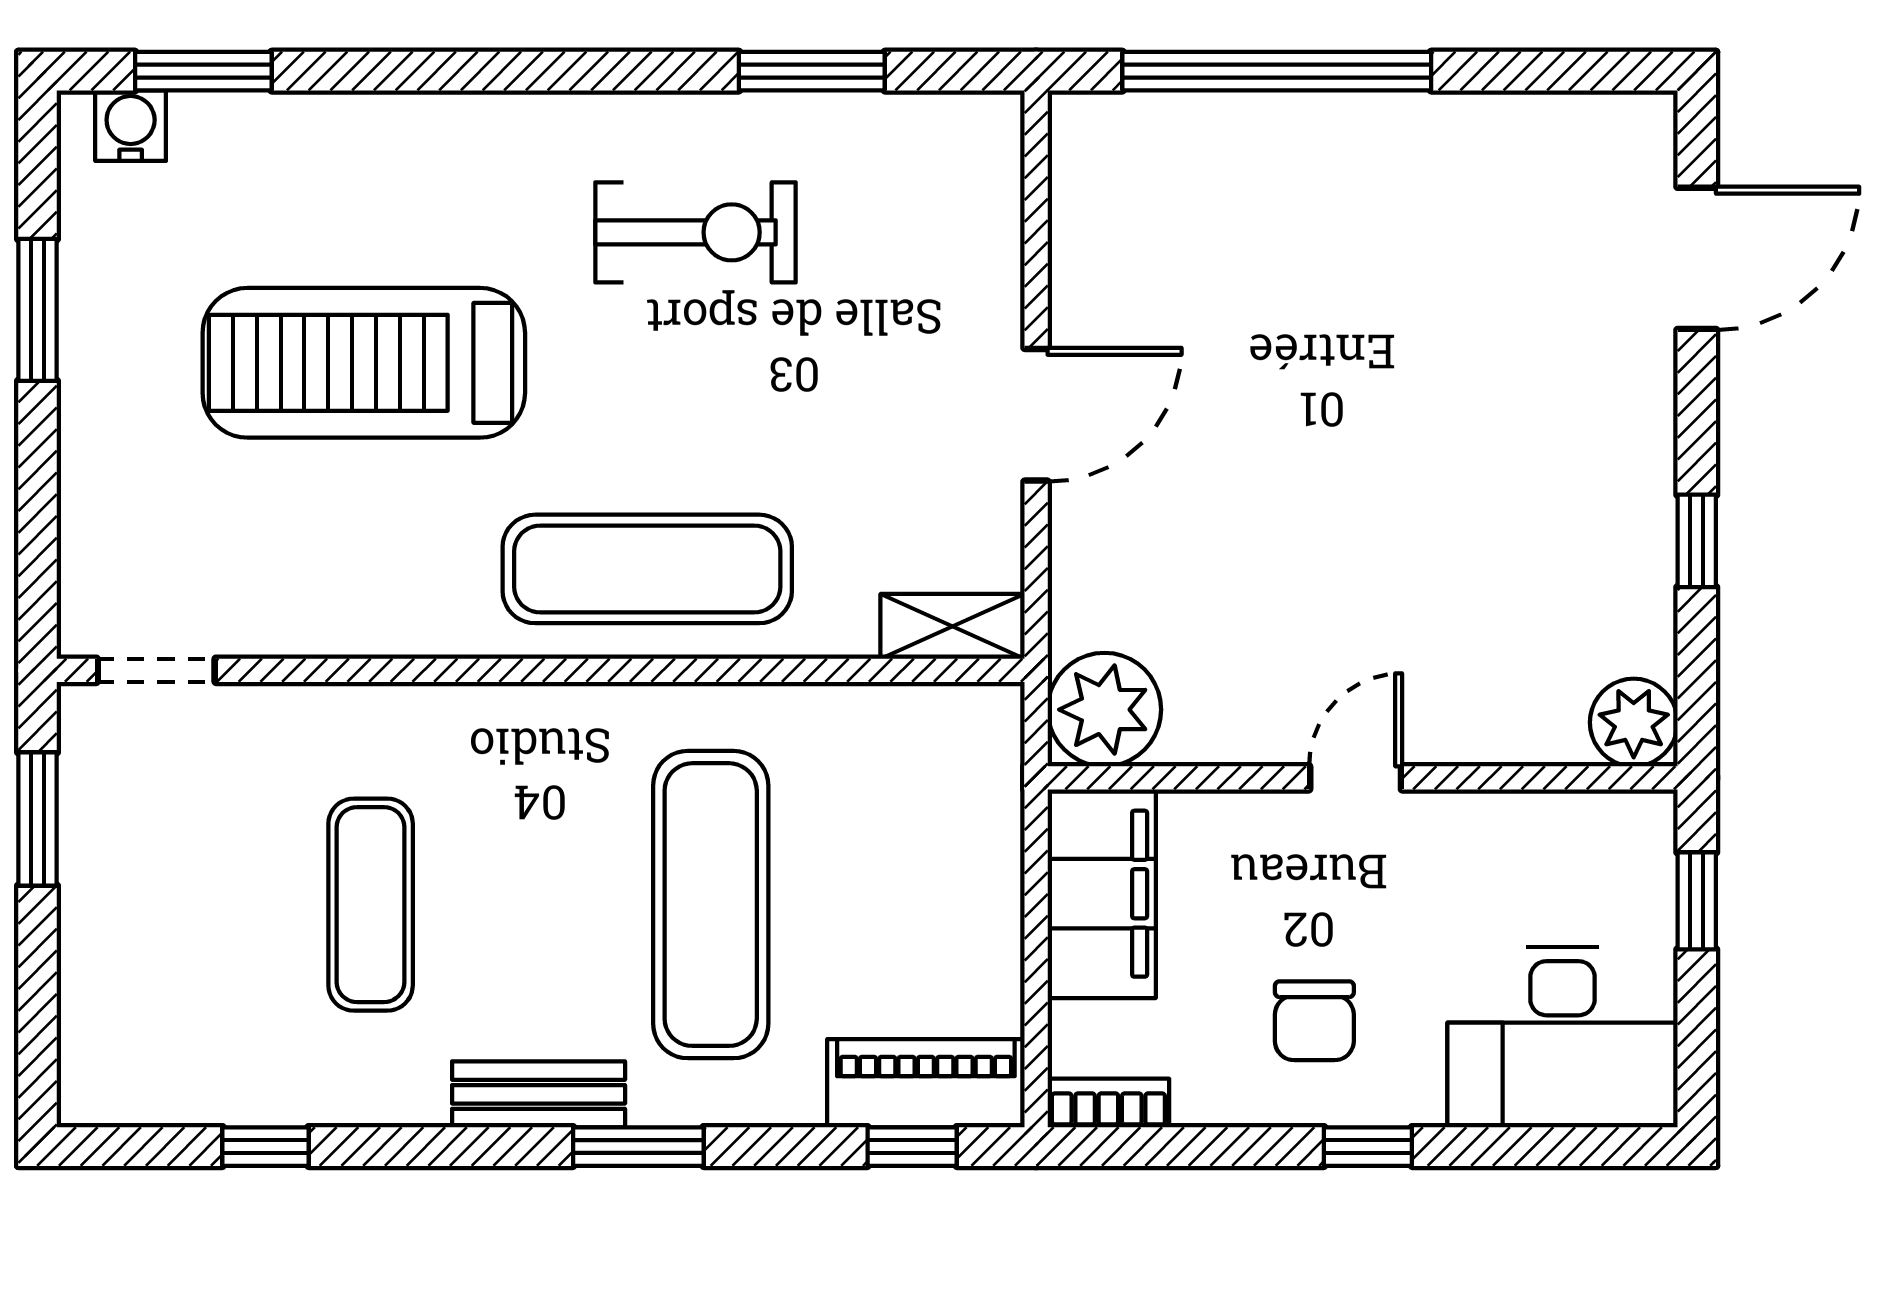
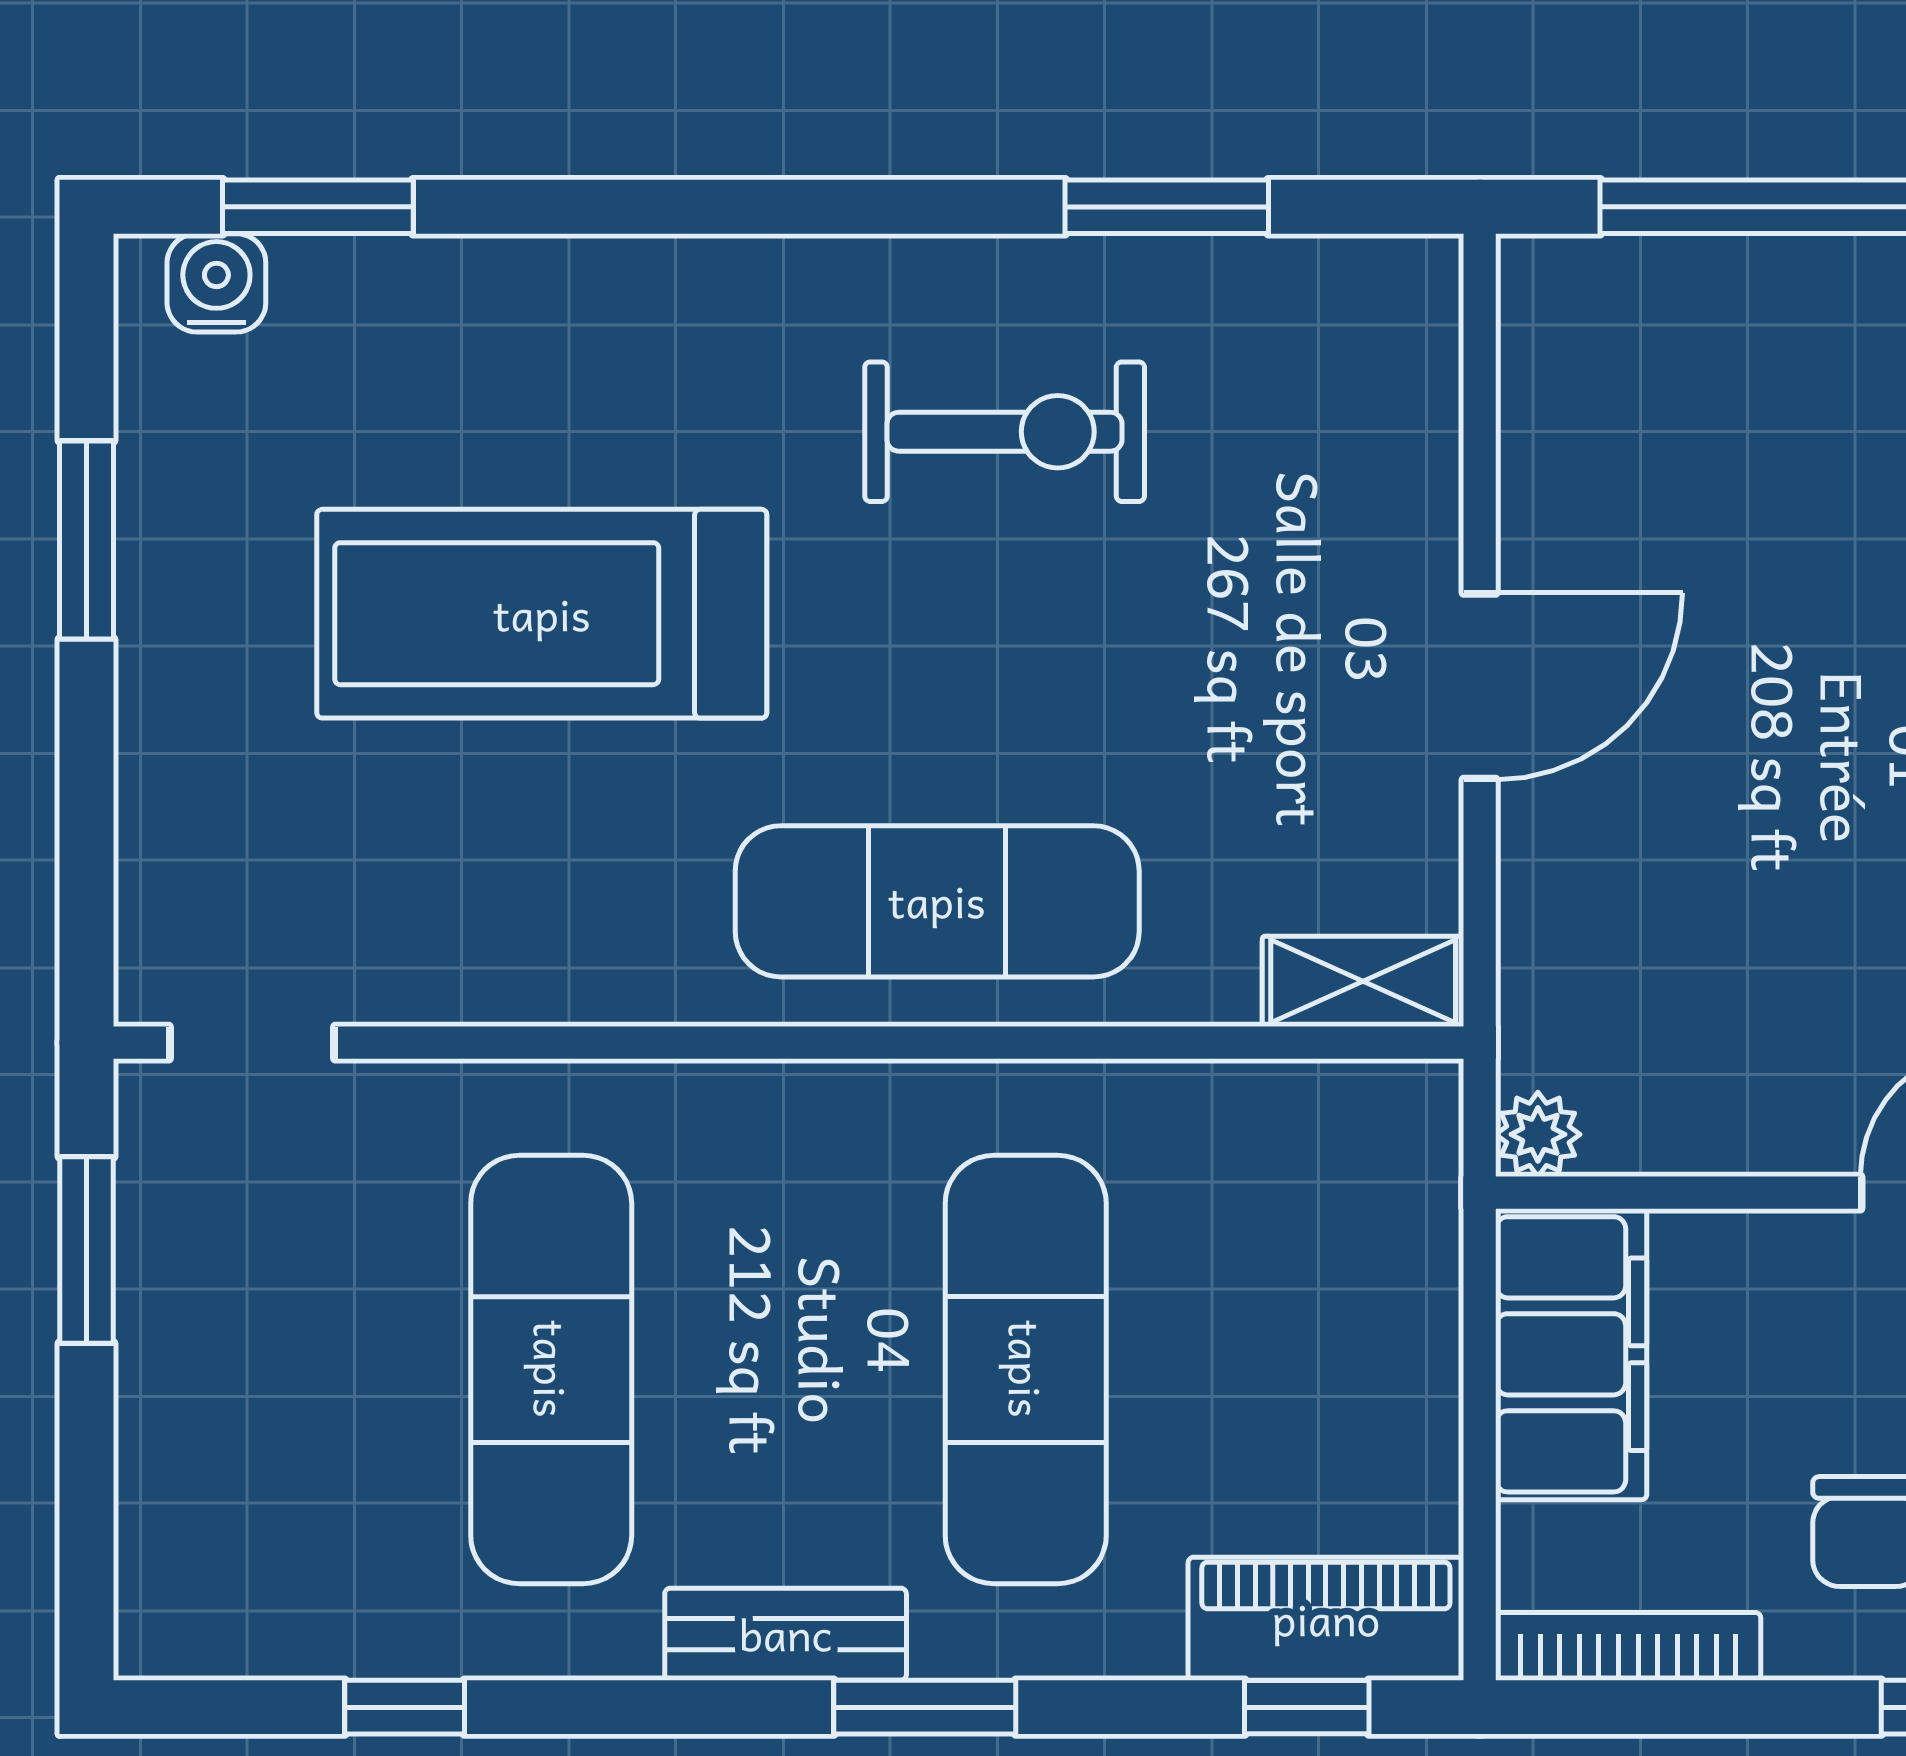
plant: (1104, 710) -> (1538, 1134), width x0.53, depth x0.53
exercise mat: (371, 905) -> (551, 1369), width x1.36, depth x1.45
bookcase: (1108, 1103) -> (1628, 1646), width x1.56

